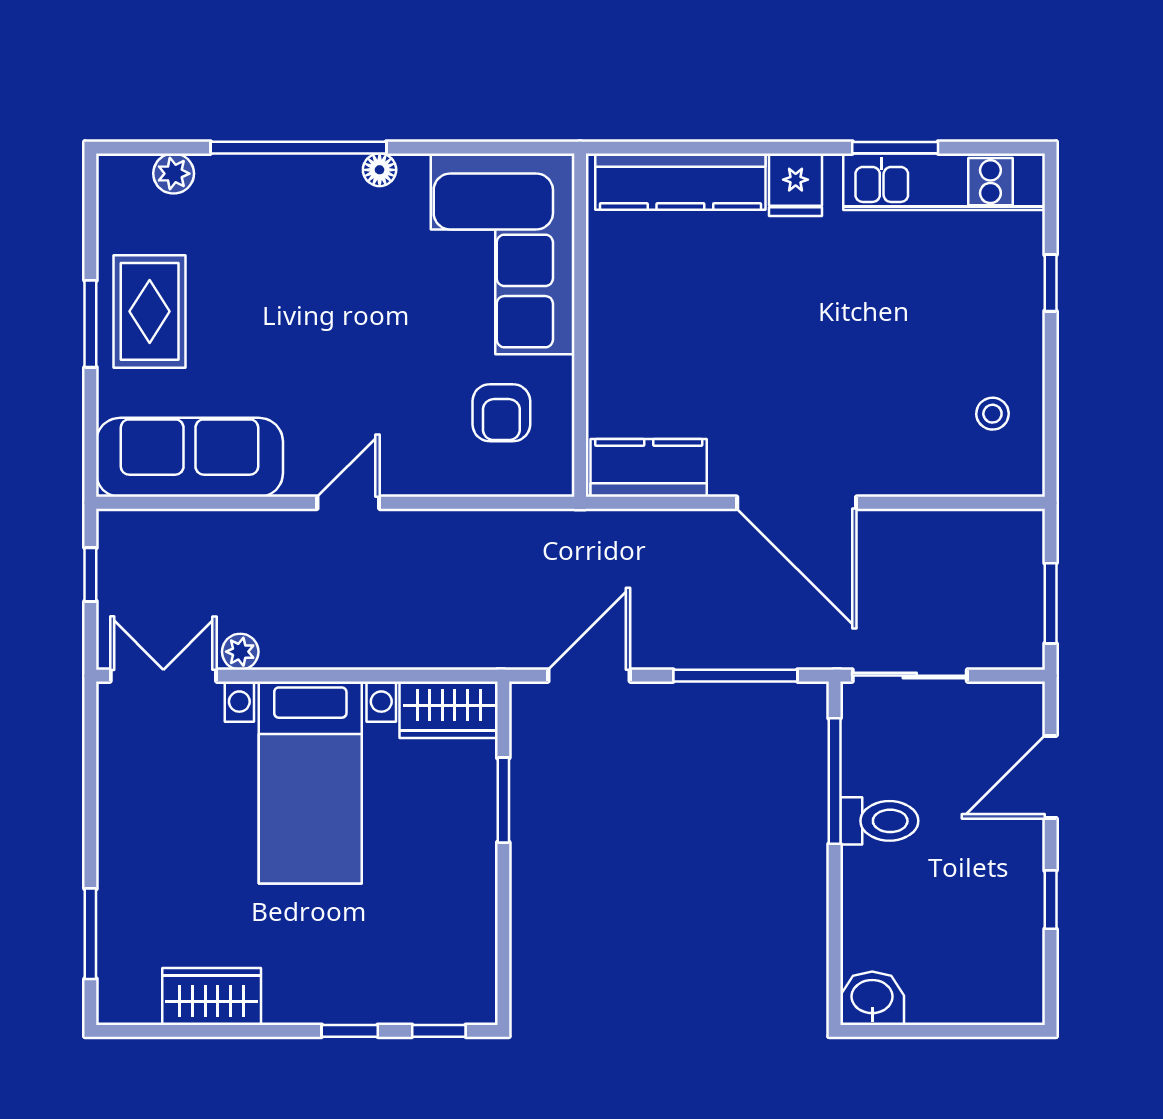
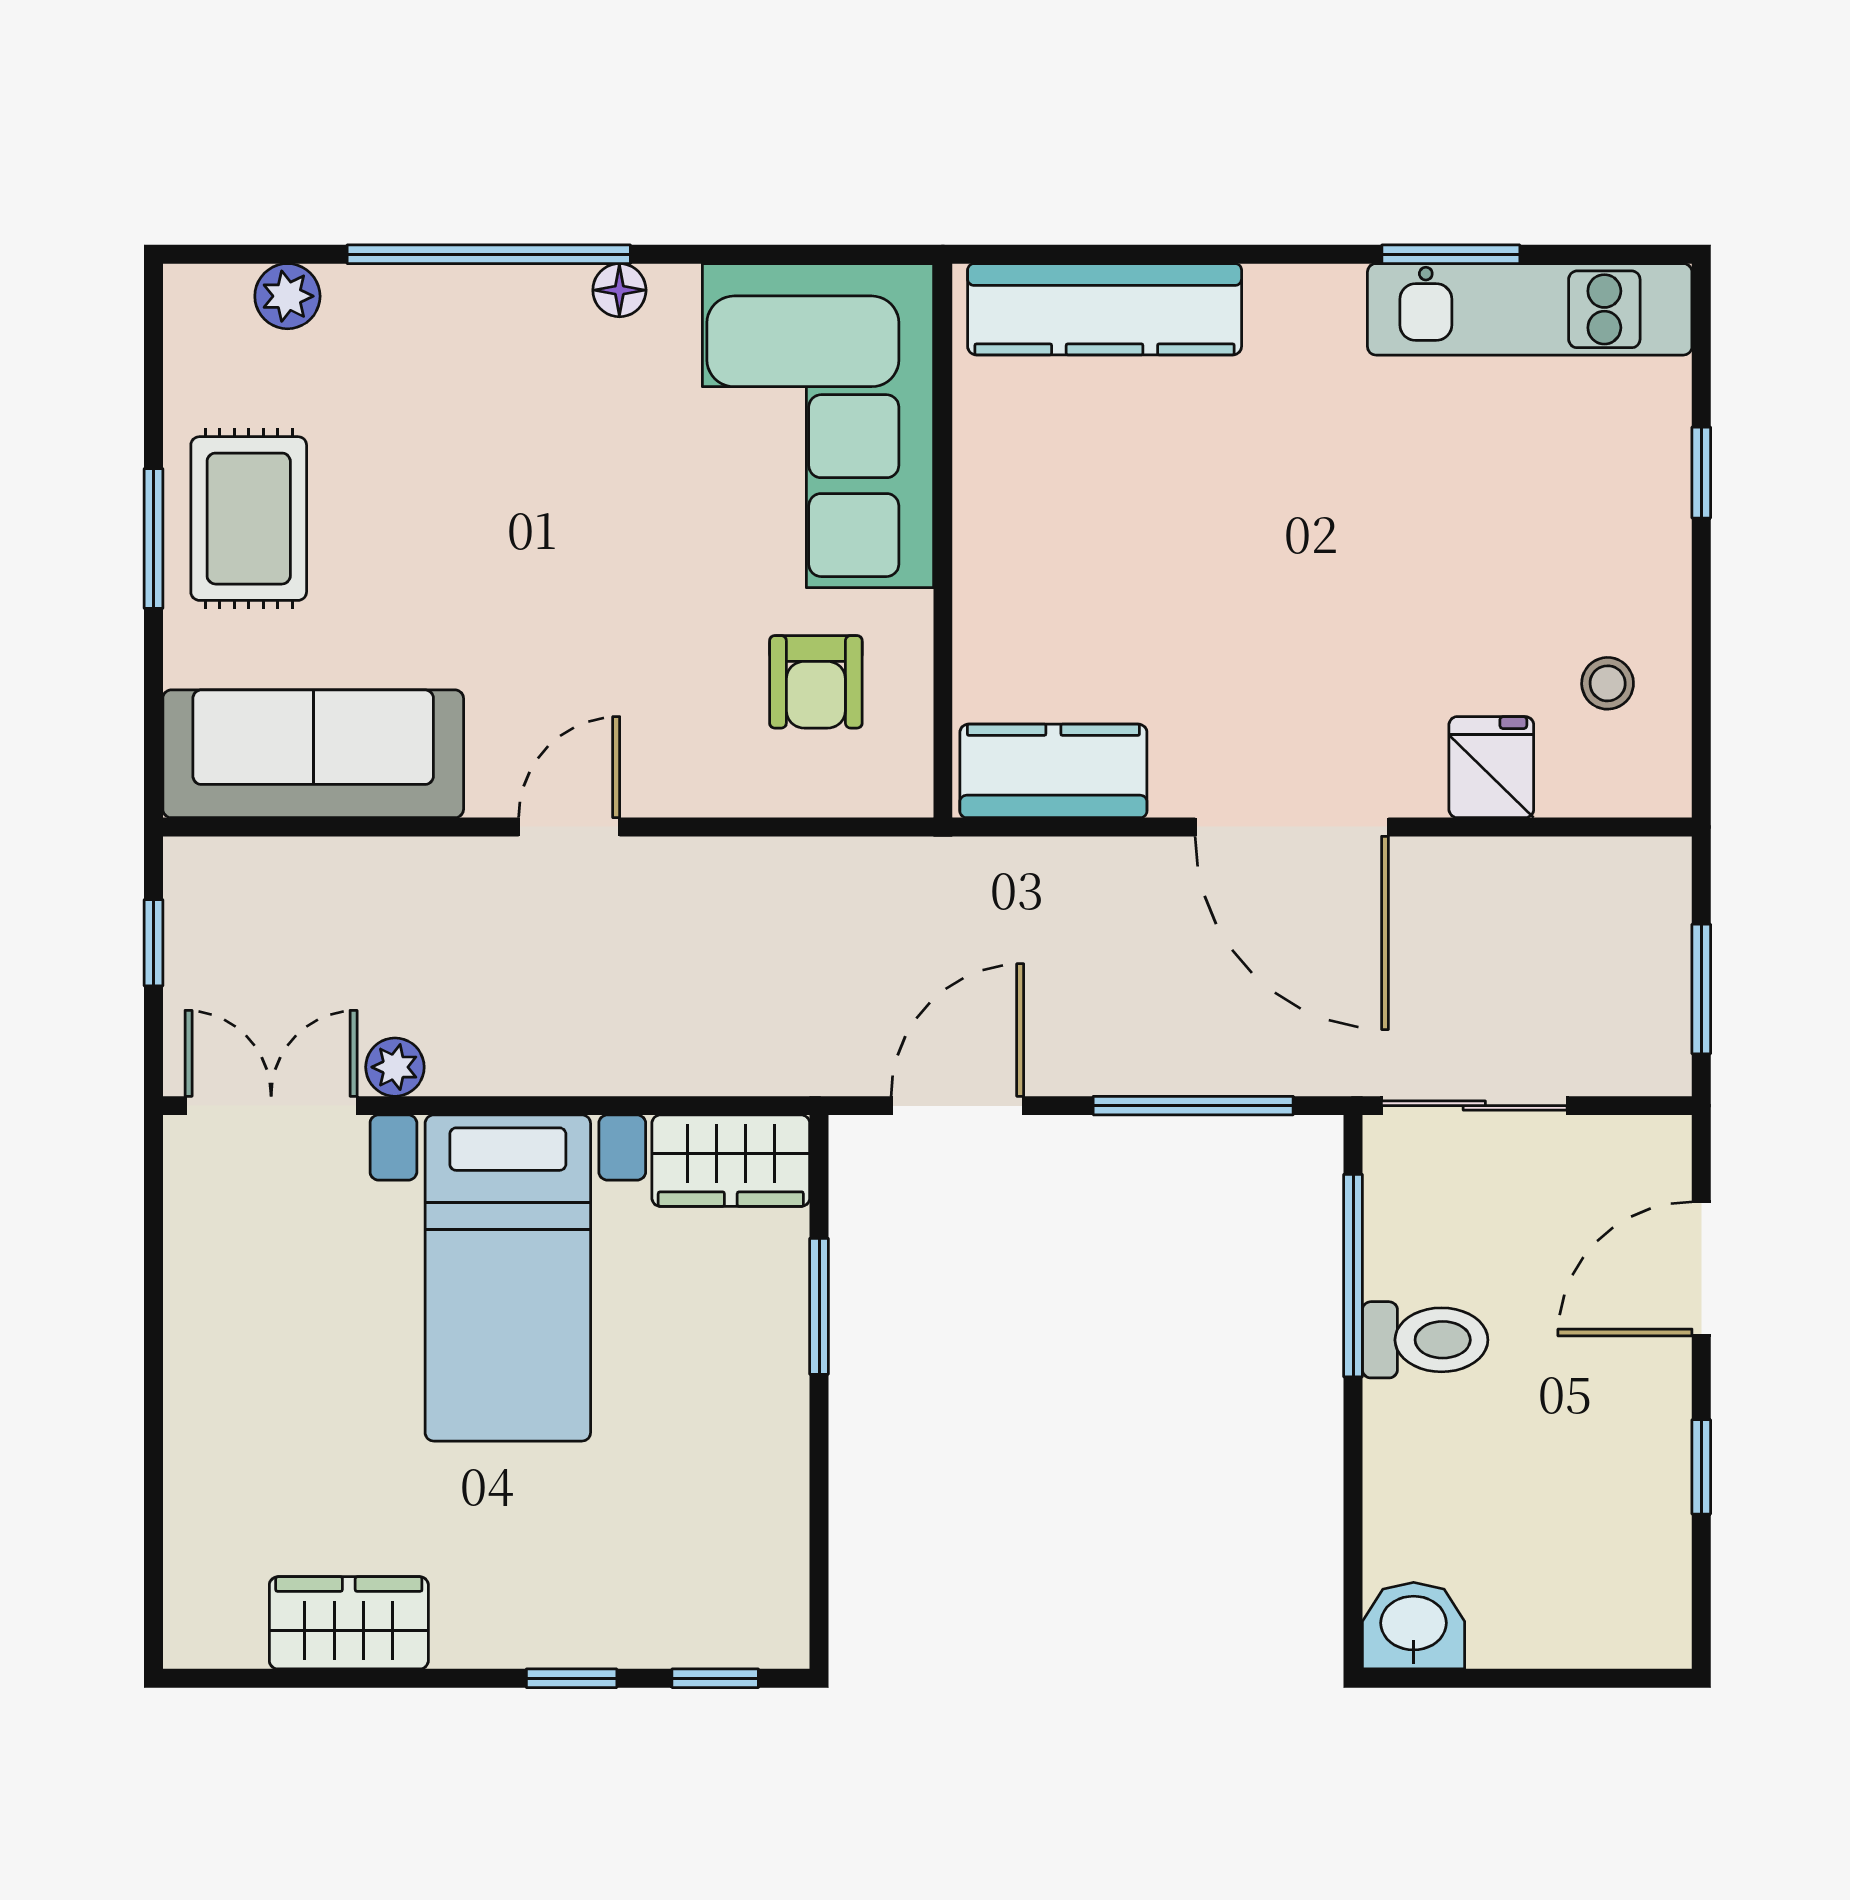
fridge: (796, 185) -> (1491, 767), moved, turned 180
window: (90, 934) -> (153, 1522), removed

